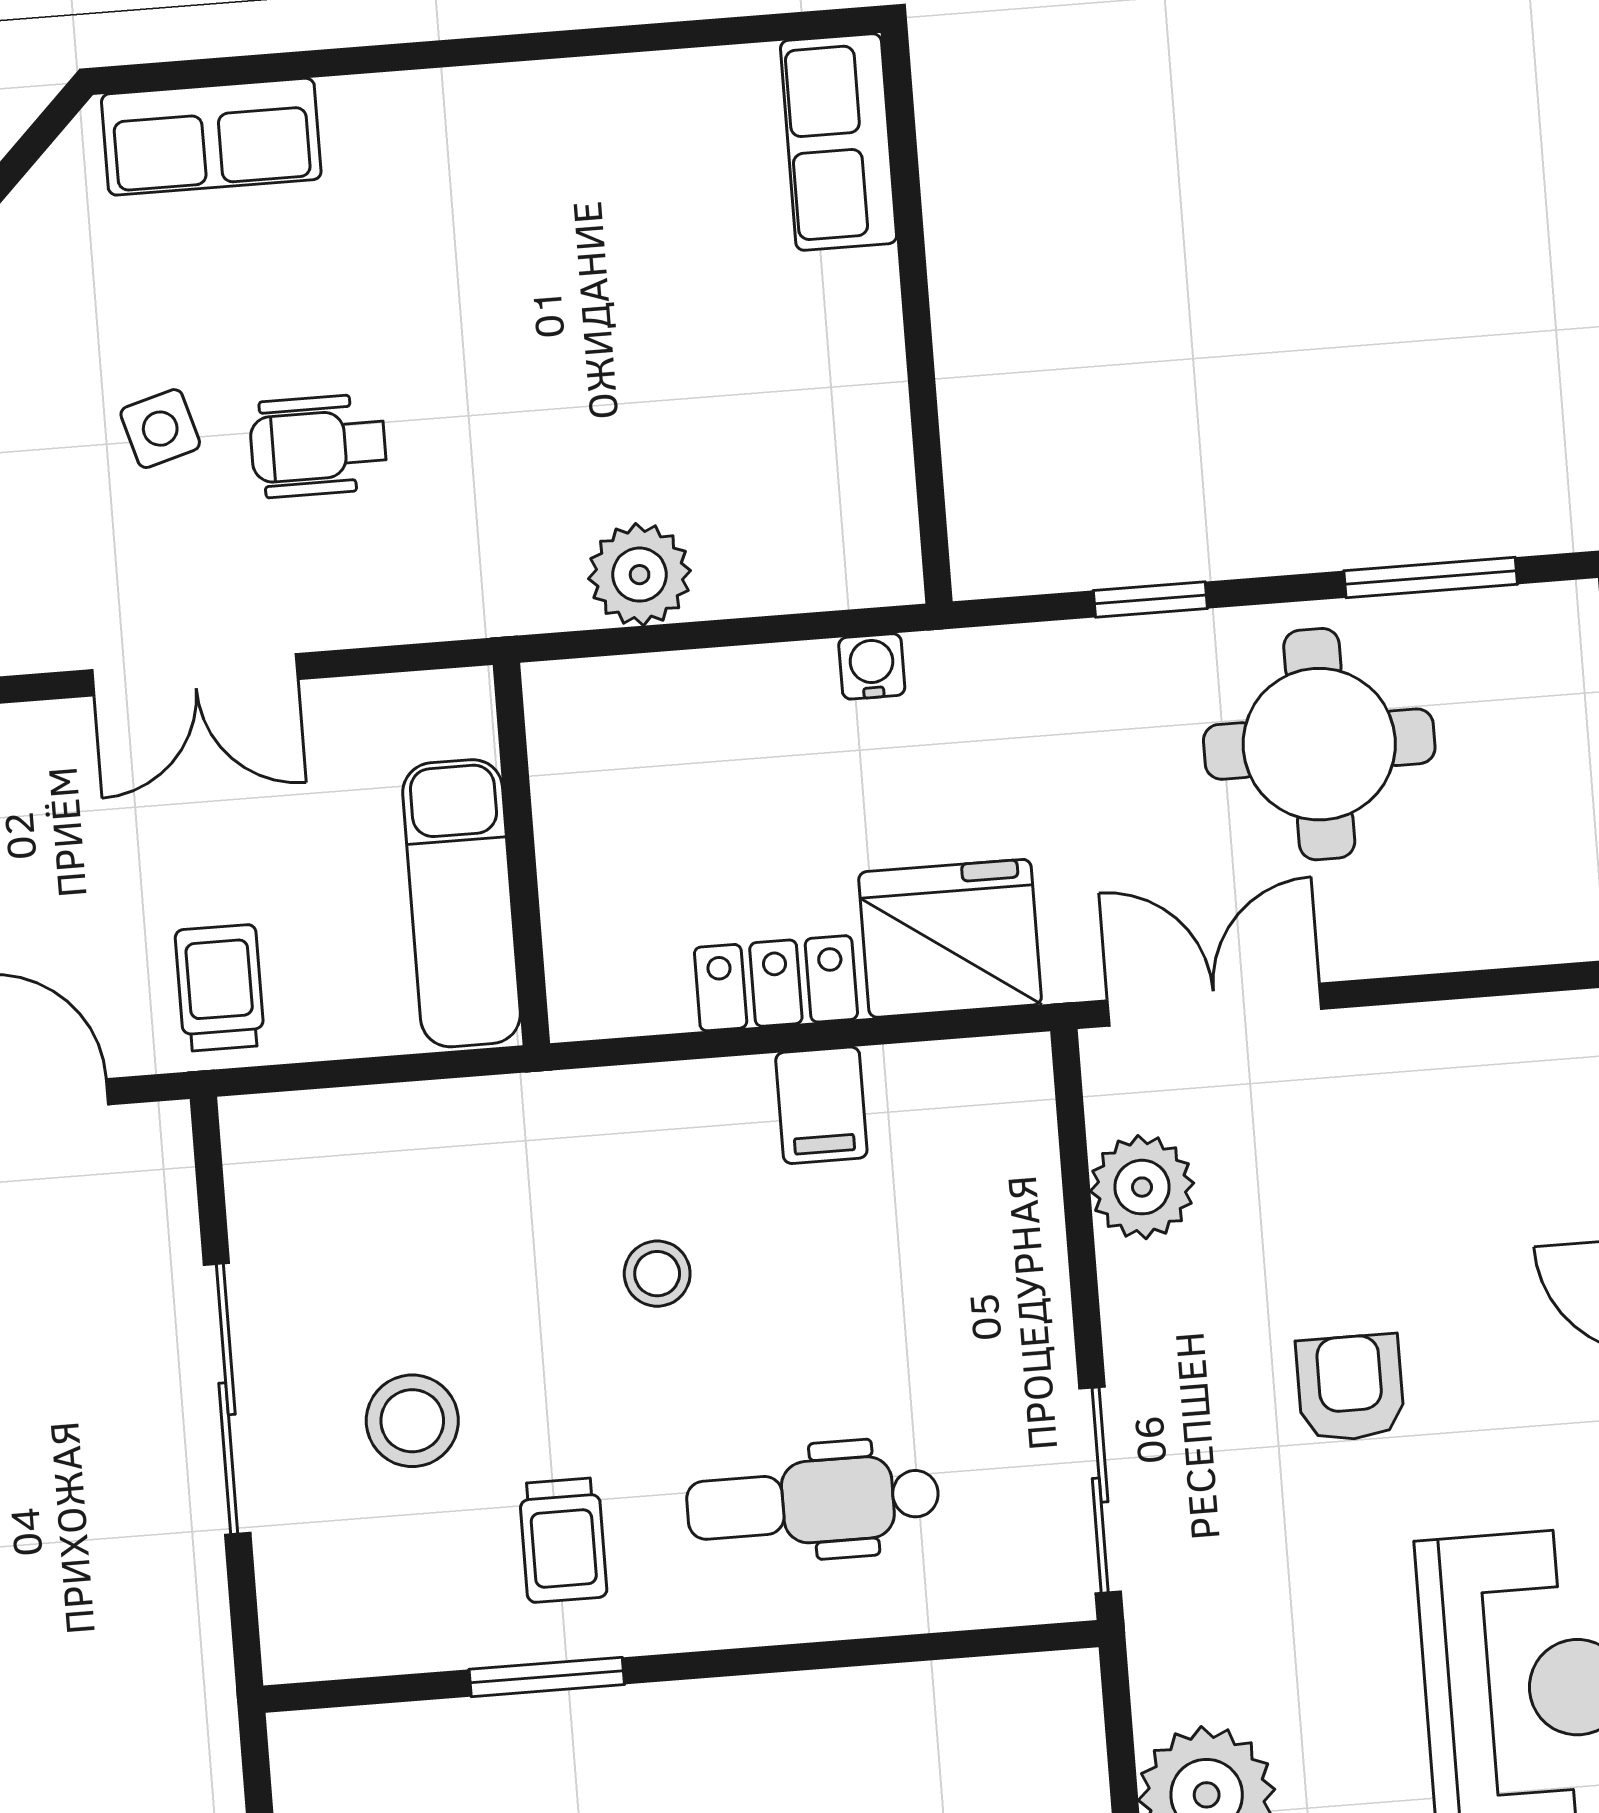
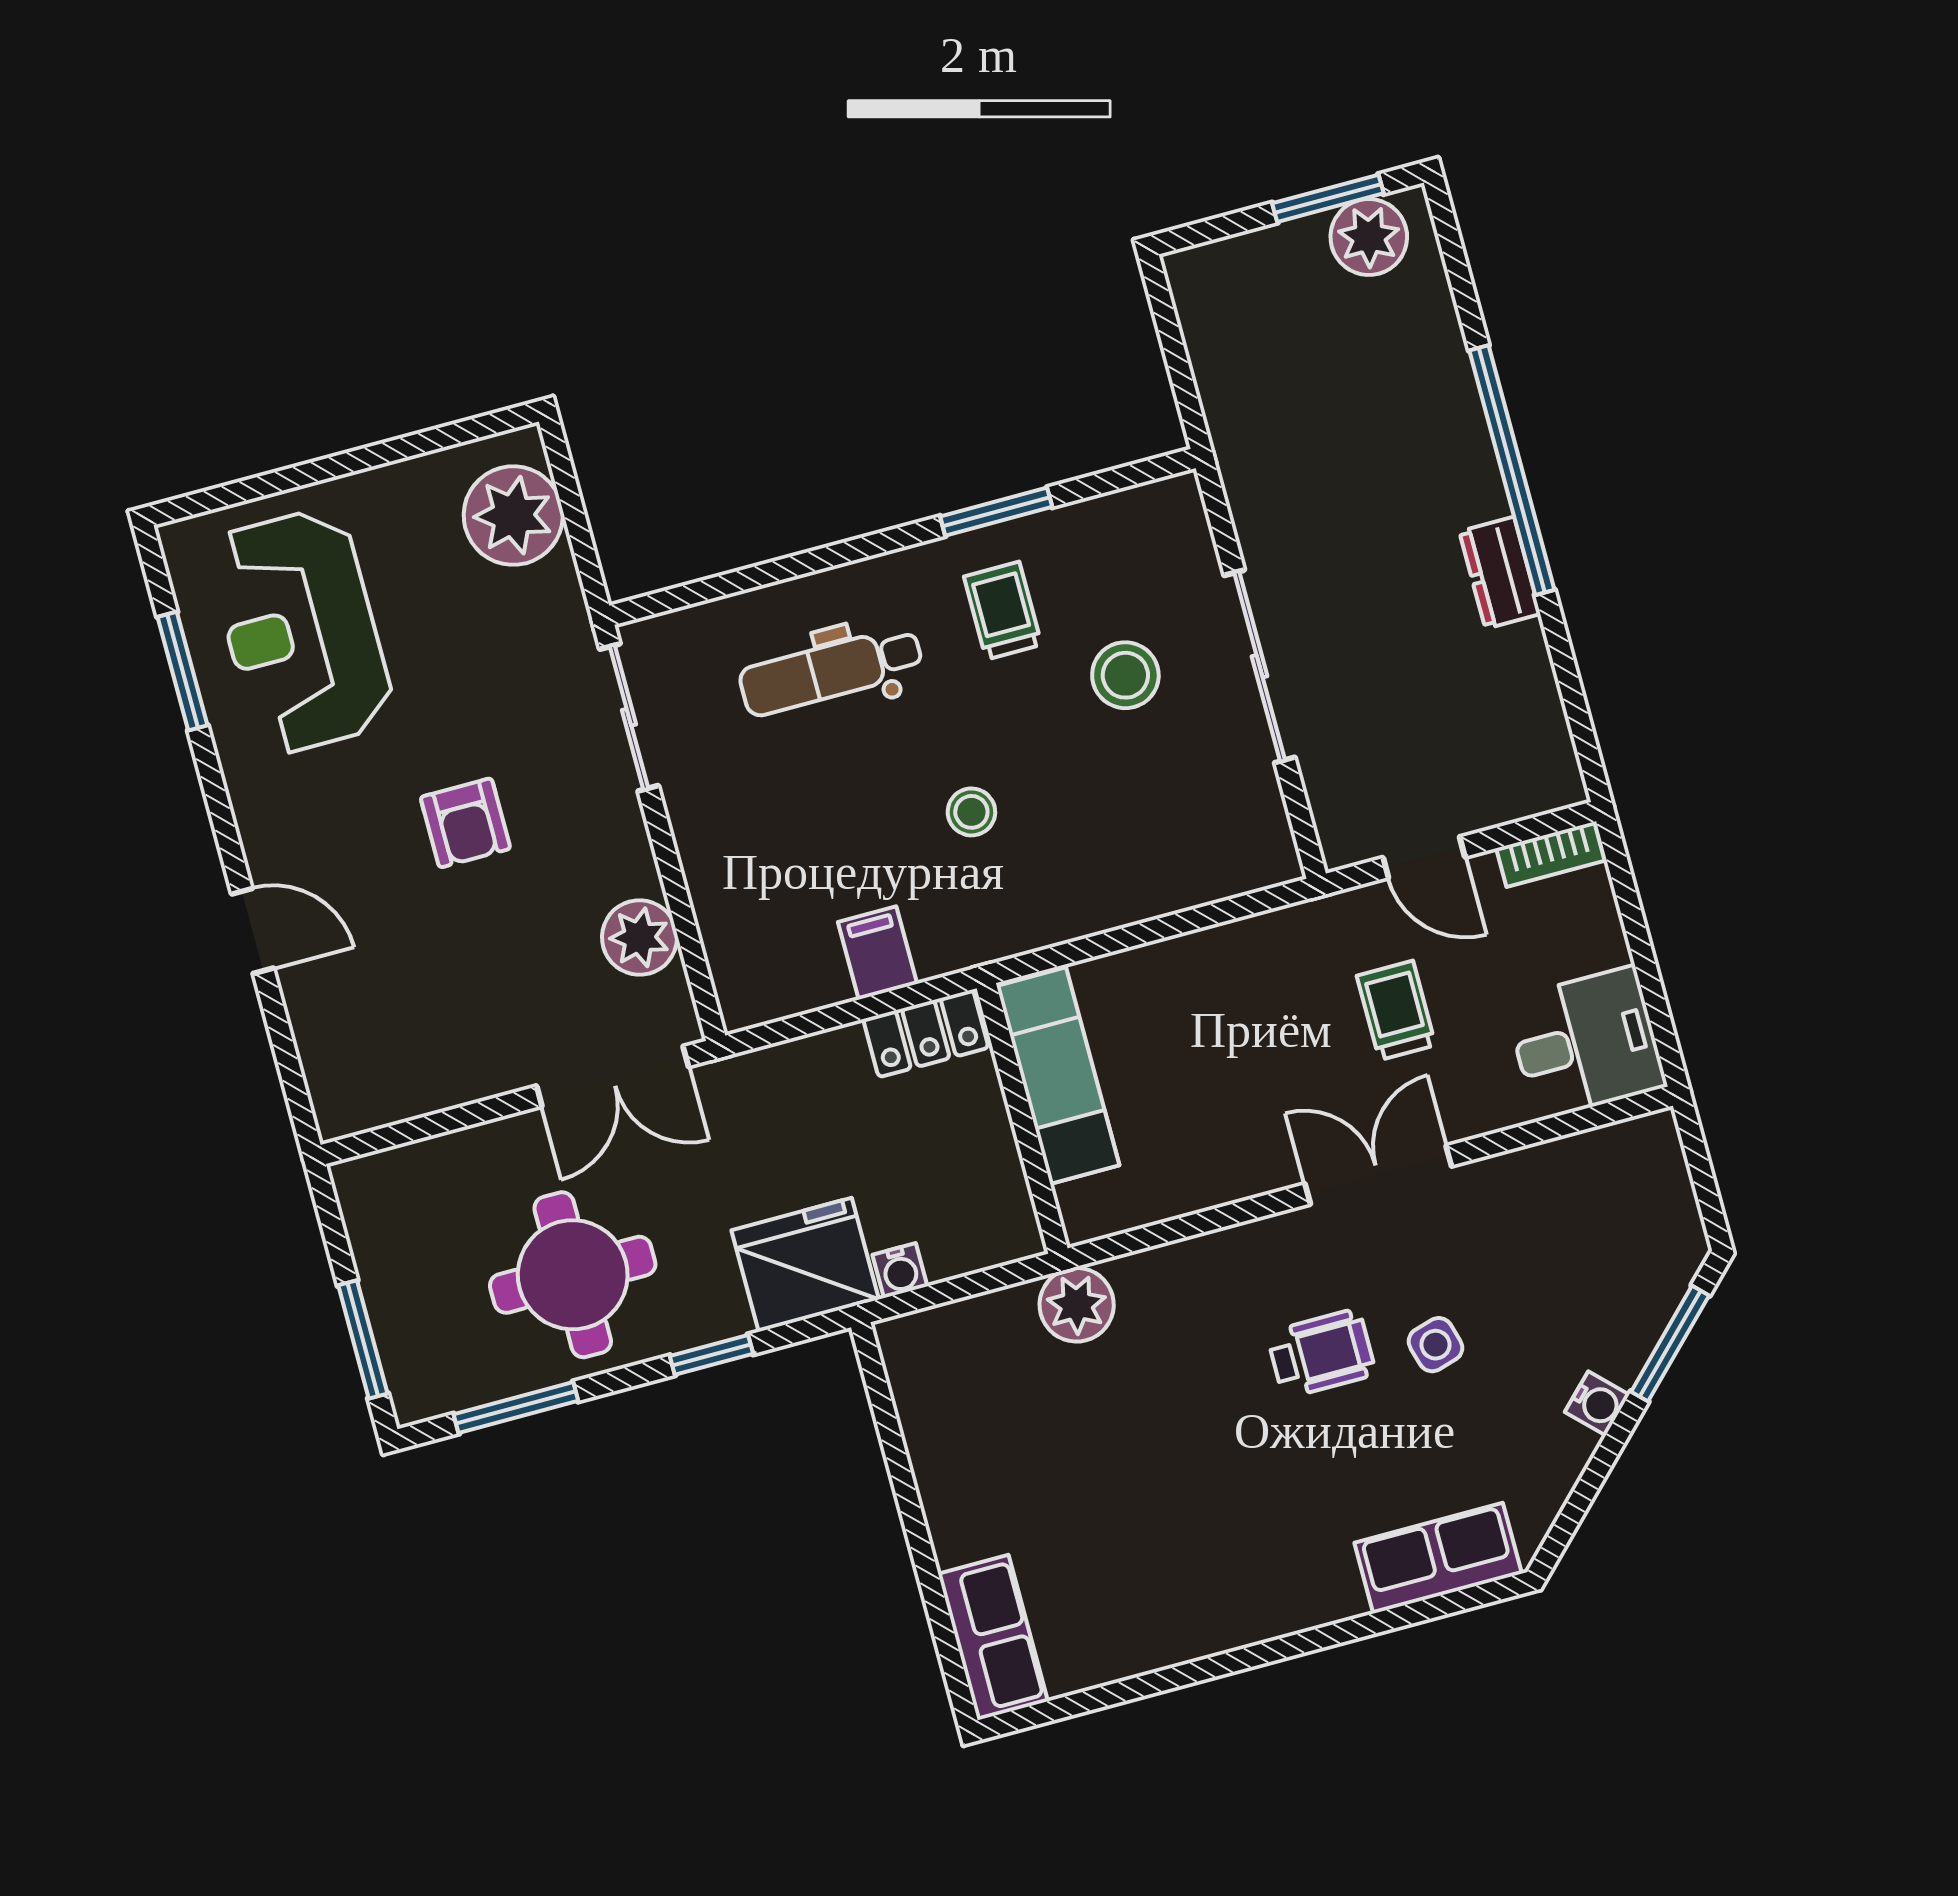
wall: (521, 854) -> (1022, 1118), moved
exam couch: (462, 903) -> (1058, 1076), moved
fridge: (950, 938) -> (805, 1265), moved, turned 180
trolley: (220, 988) -> (1396, 1010), moved, turned 180
dental chair: (813, 1502) -> (831, 671), turned 180

